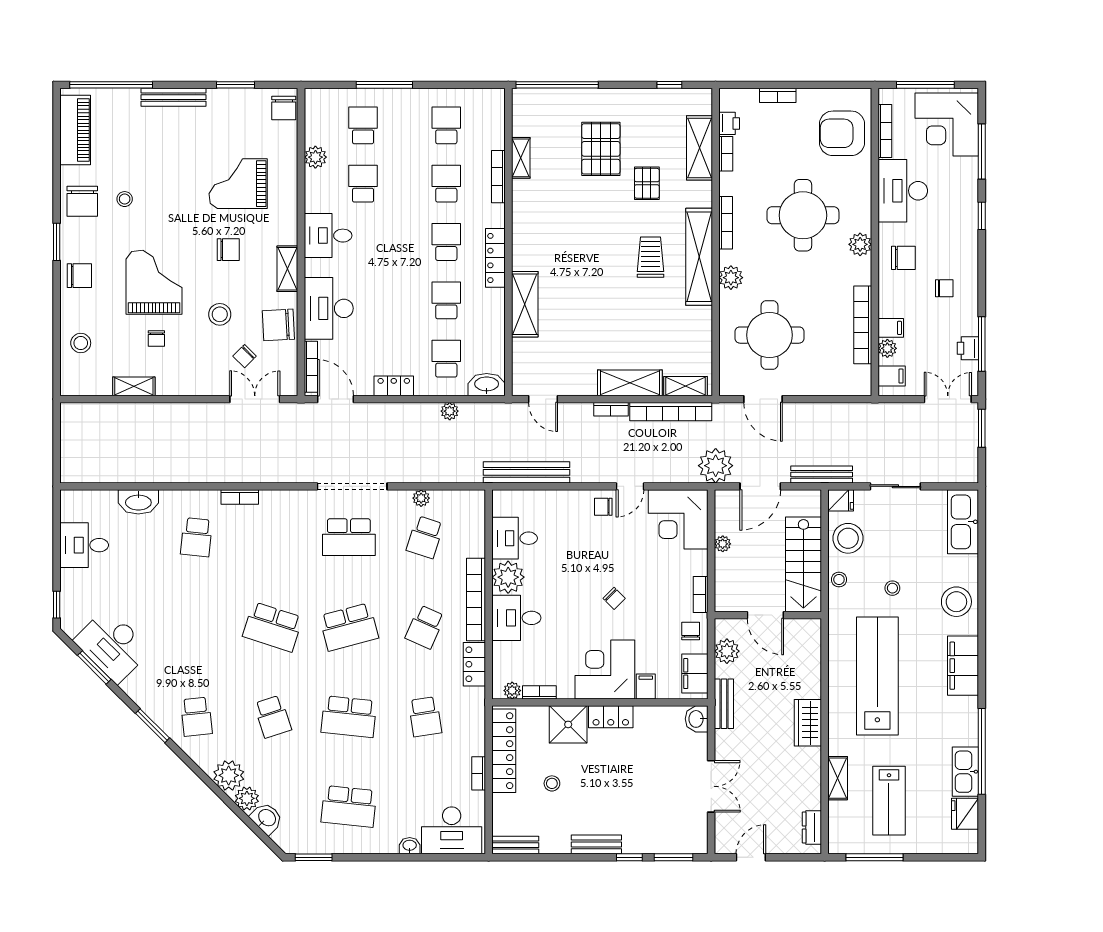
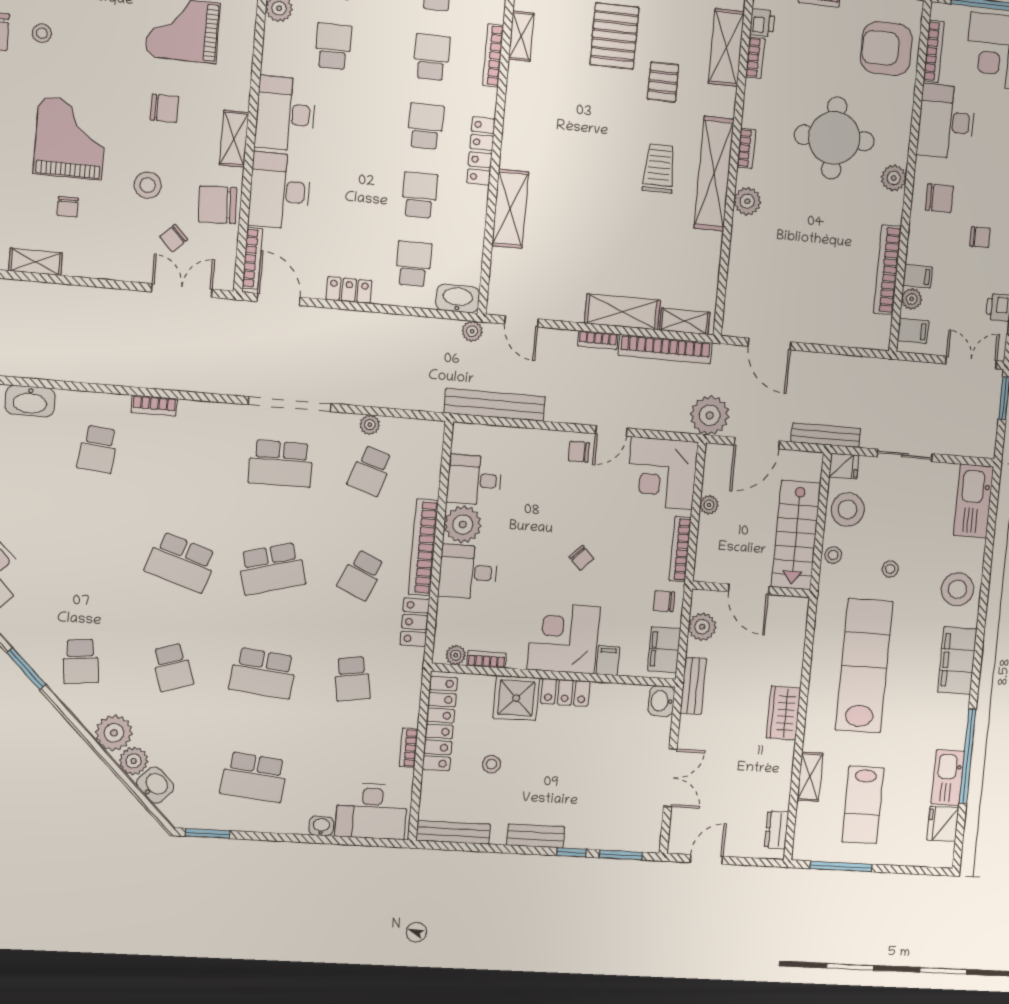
bookcase: (726, 223) -> (746, 148), width x0.64
desk: (328, 236) -> (285, 114), width x1.37
round table: (770, 335) -> (784, 271), removed
plant: (450, 411) -> (472, 331), moved
bookcase: (701, 595) -> (680, 549), width x1.56
chair: (691, 631) -> (664, 601), turned -90
bench: (515, 845) -> (453, 832), width x1.36

